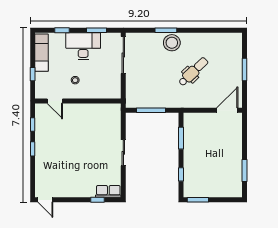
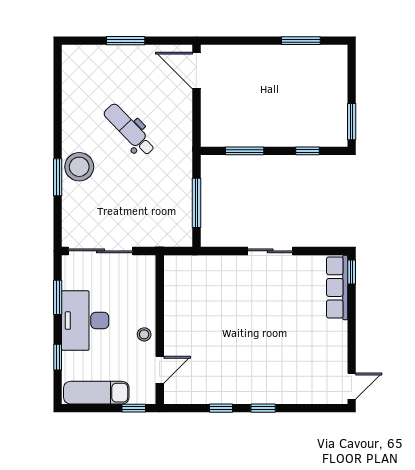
door: (55, 101) -> (160, 370), moved
wall: (78, 101) -> (160, 330), moved
row of seats: (108, 191) -> (337, 287), width x1.48
window: (98, 200) -> (352, 272), moved

